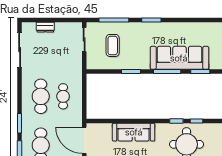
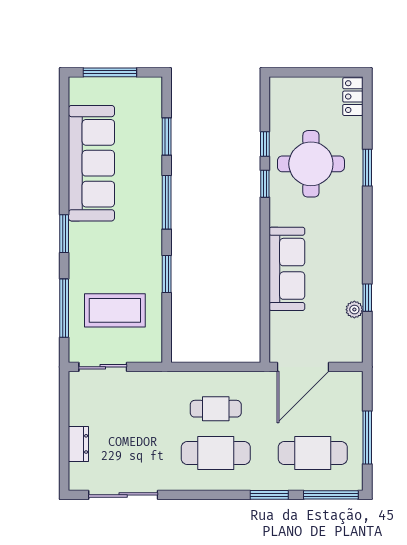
coffee table: (113, 45) -> (115, 310), width x1.36, depth x1.32
sofa: (179, 58) -> (91, 163), moved, turned 180

